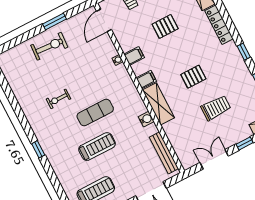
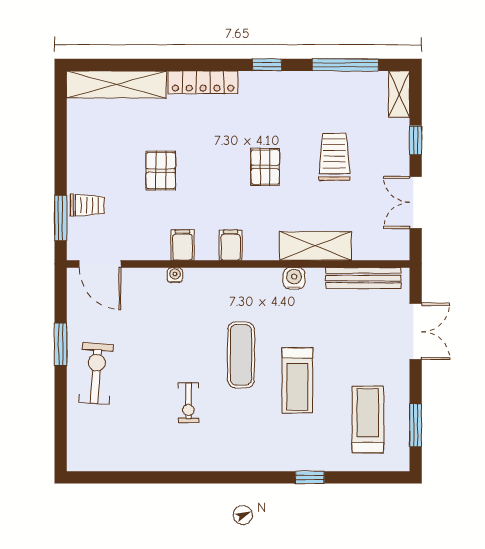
shelving: (158, 104) -> (315, 246), moved
treadmill: (97, 147) -> (297, 380), turned 180
window: (38, 149) -> (310, 477), moved

